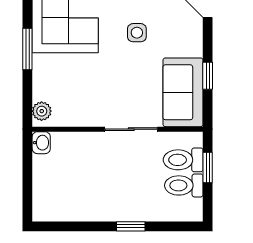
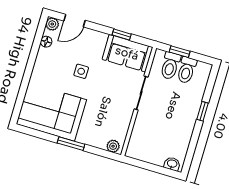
washbasin: (41, 143) -> (172, 164), moved

